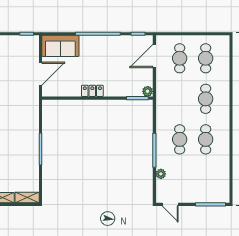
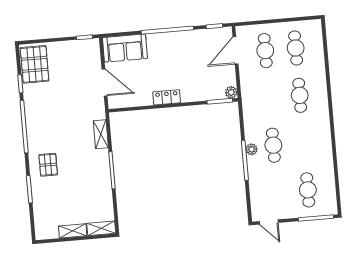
door: (40, 74) -> (105, 82), hinge flipped
shelving: (34, 117) -> (101, 134), added
cafe table: (206, 139) -> (308, 190), moved
plant: (161, 174) -> (252, 149), moved

